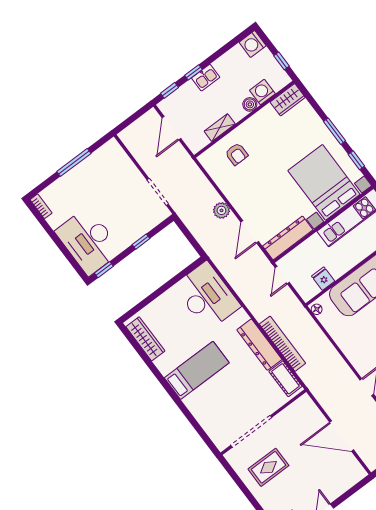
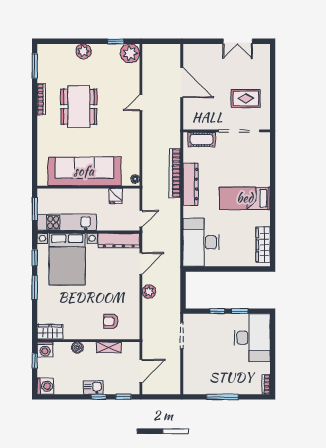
washing machine: (262, 92) -> (45, 350), moved
armchair: (237, 154) -> (111, 321), turned -90
window: (104, 270) -> (240, 311), moved
cot: (286, 379) -> (202, 139), moved, turned 90

